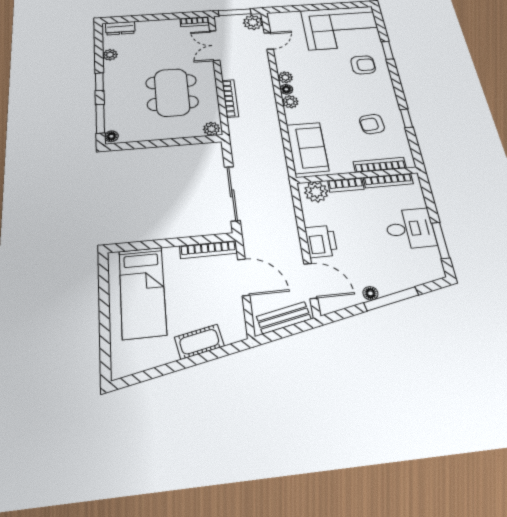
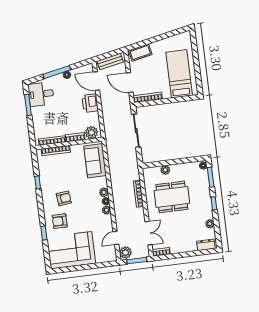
dining table: (172, 92) -> (172, 197), turned 90
armchair: (372, 124) -> (64, 198), moved
plant: (212, 129) -> (165, 170), moved
desk: (410, 229) -> (41, 94), moved
cot: (199, 342) -> (140, 52), moved

